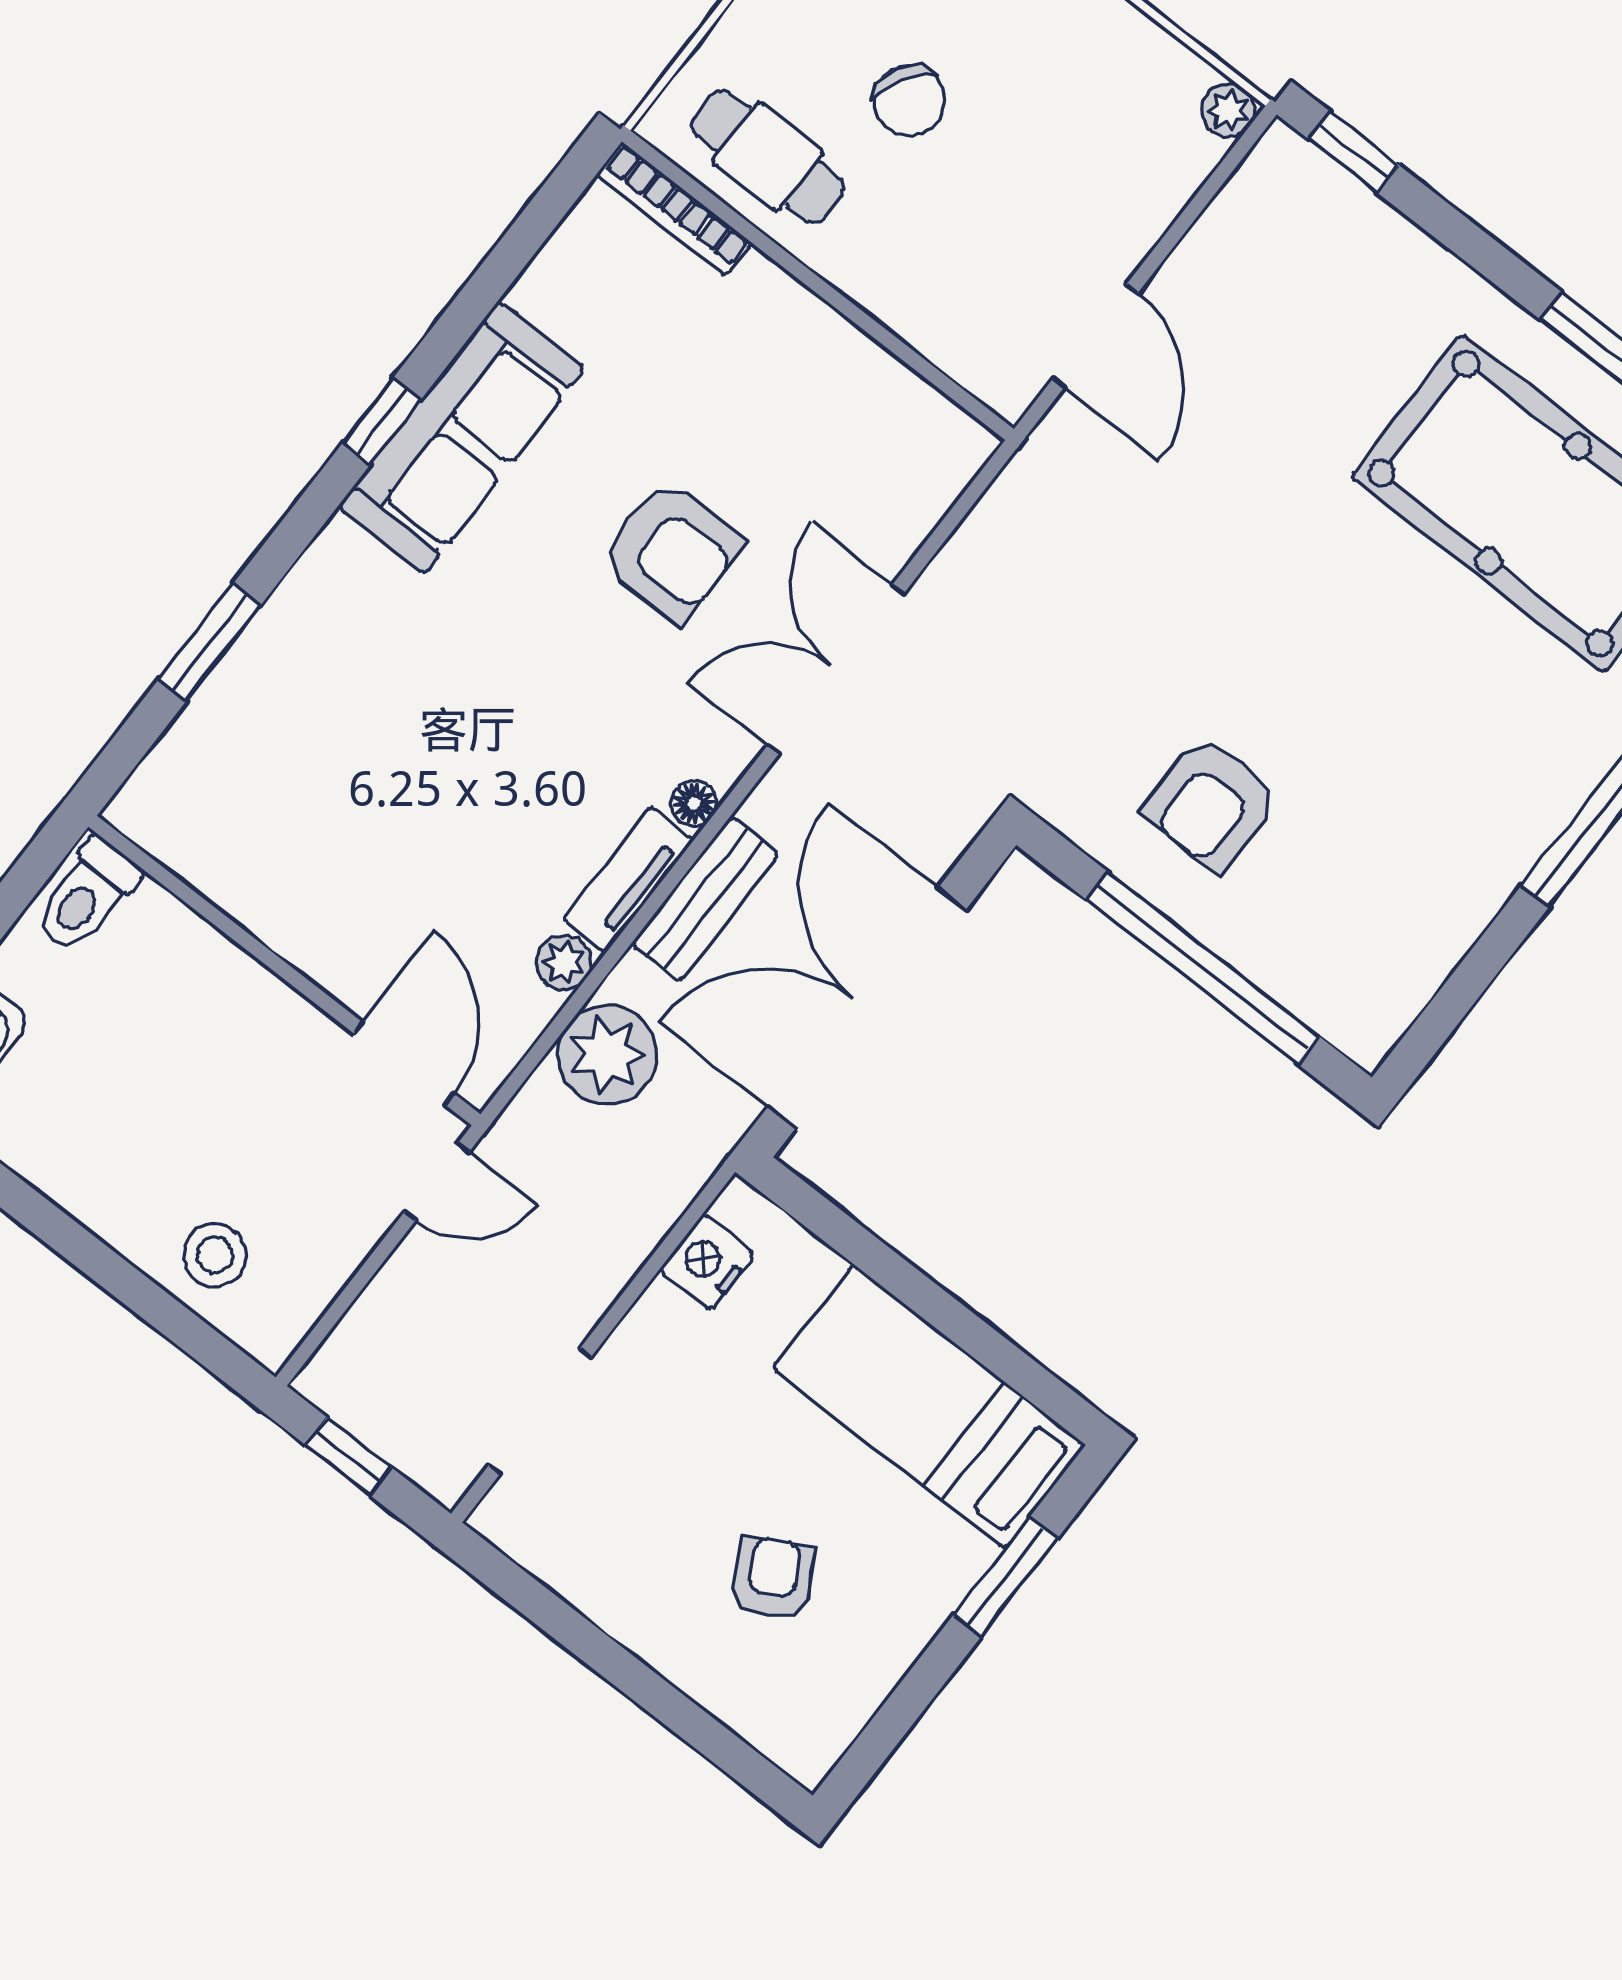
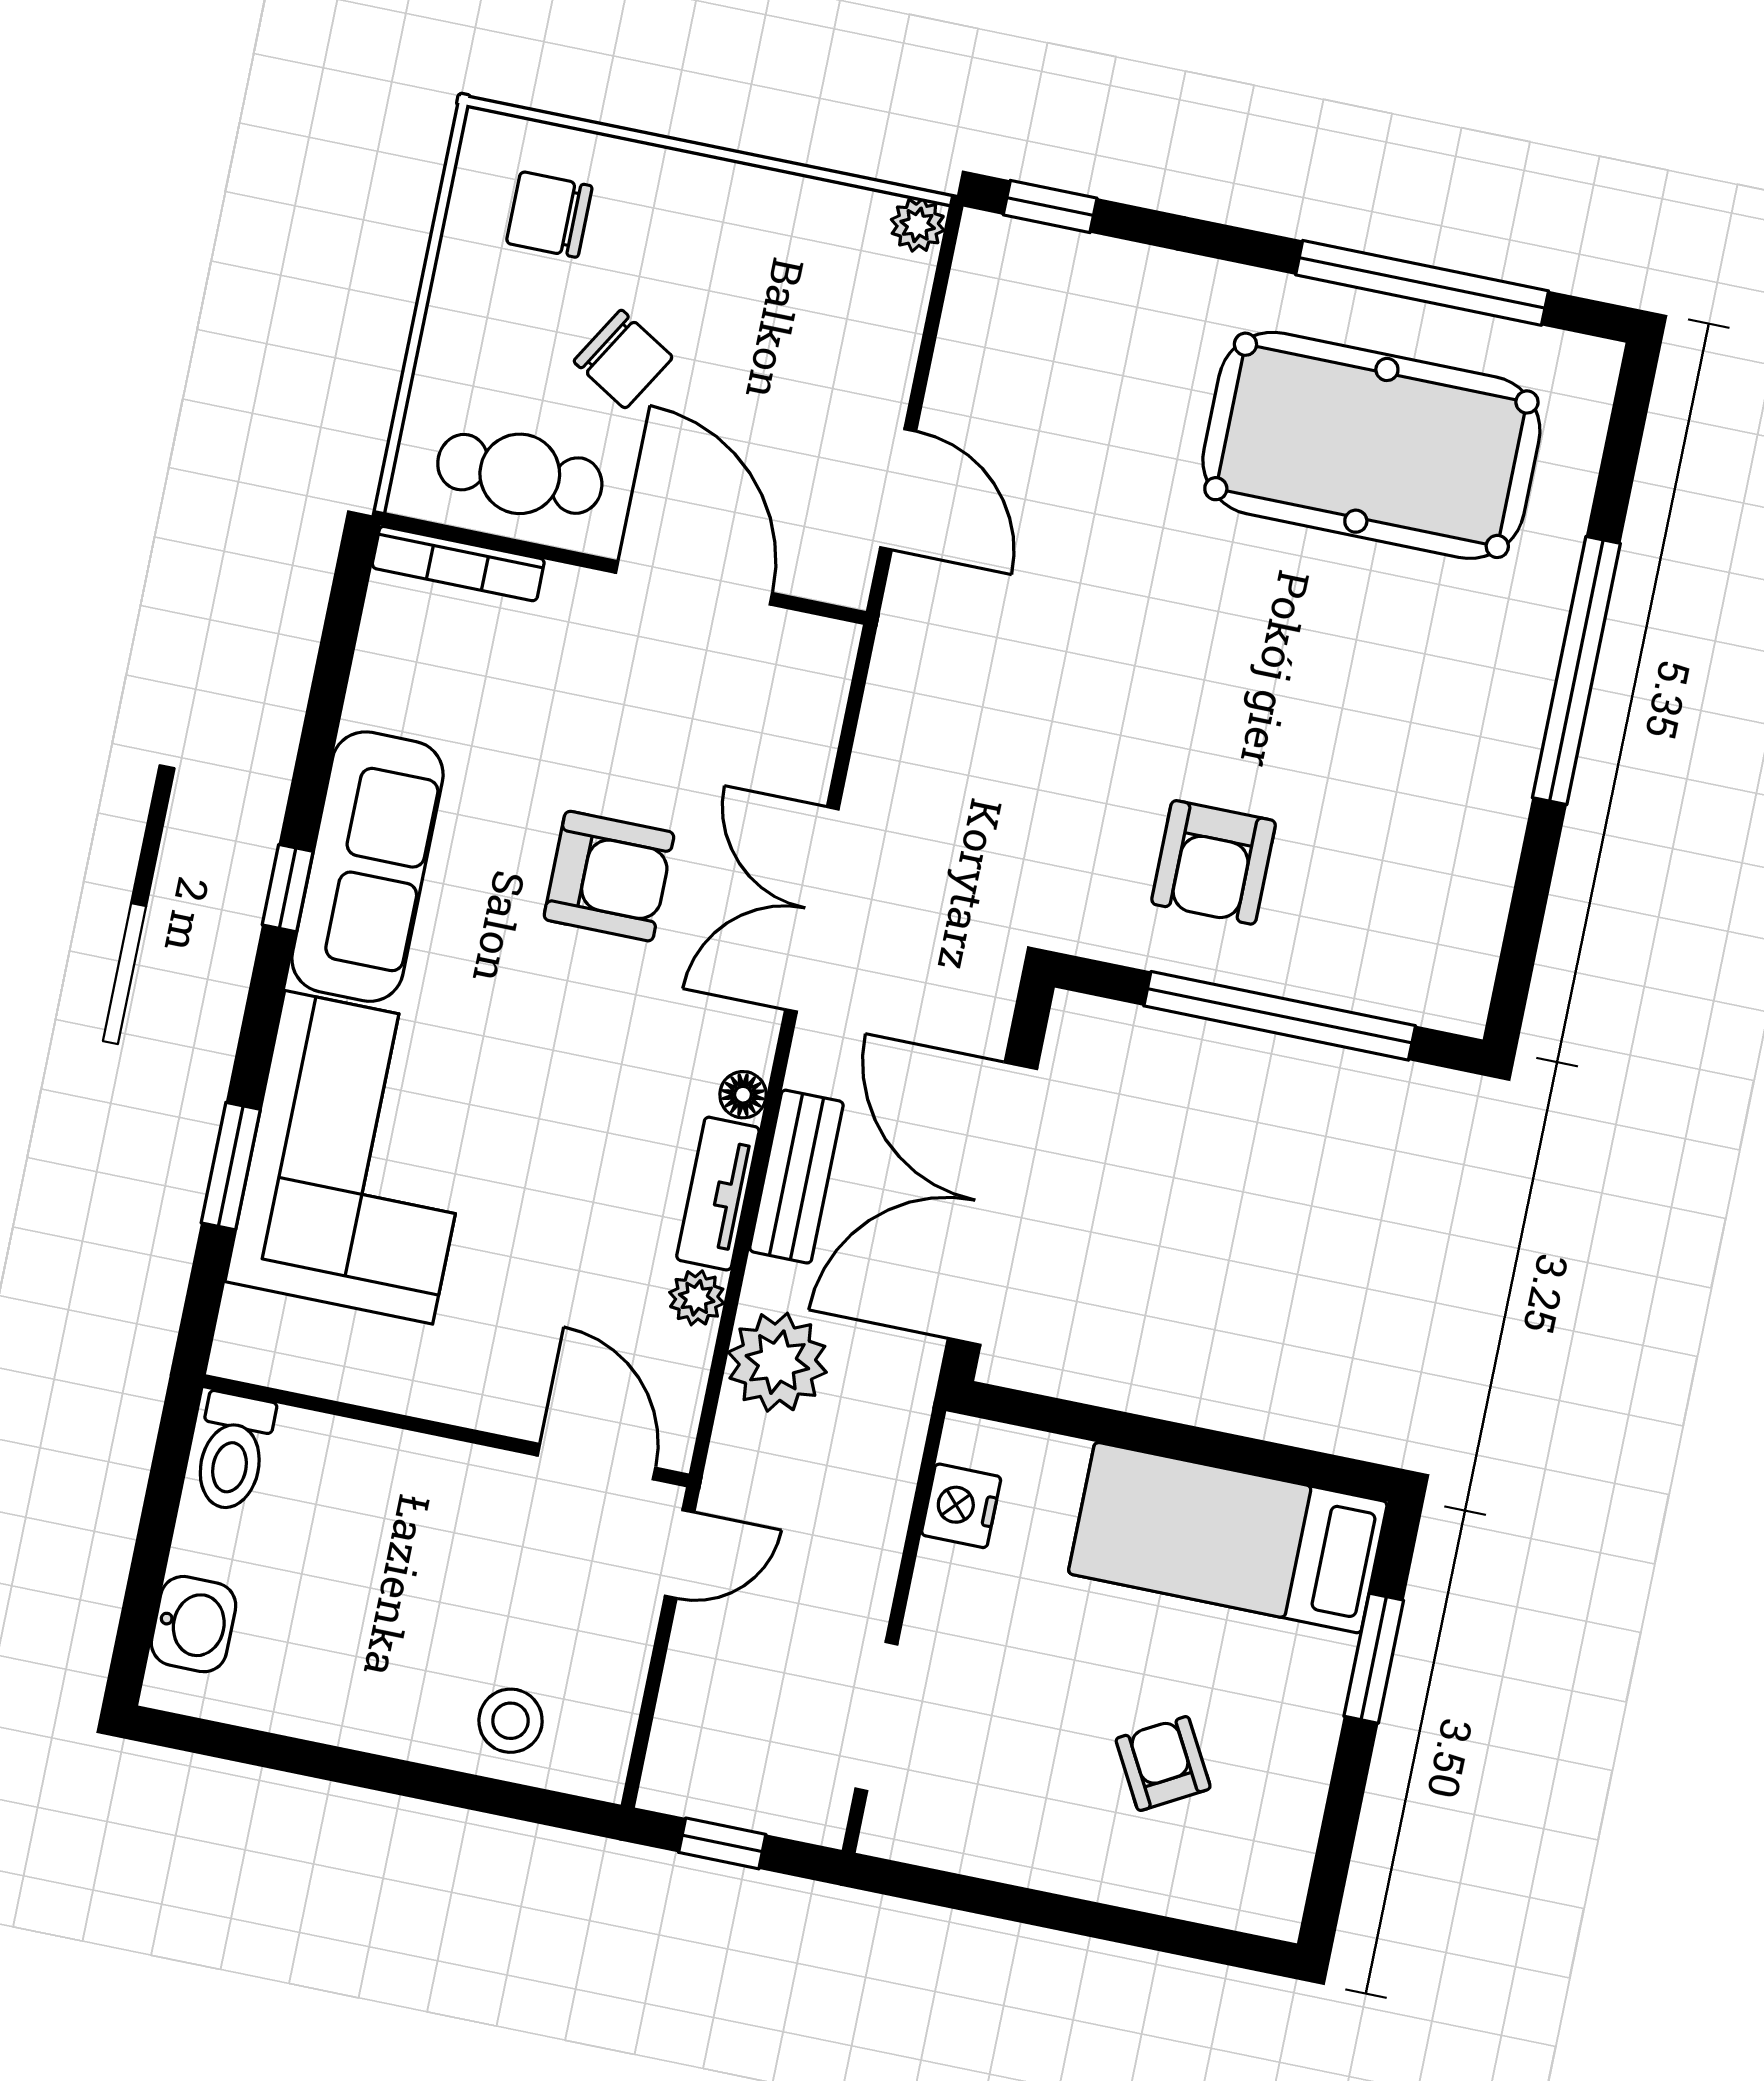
door: (874, 329) -> (694, 583), added
corner sofa: (327, 691) -> (359, 1157), added

